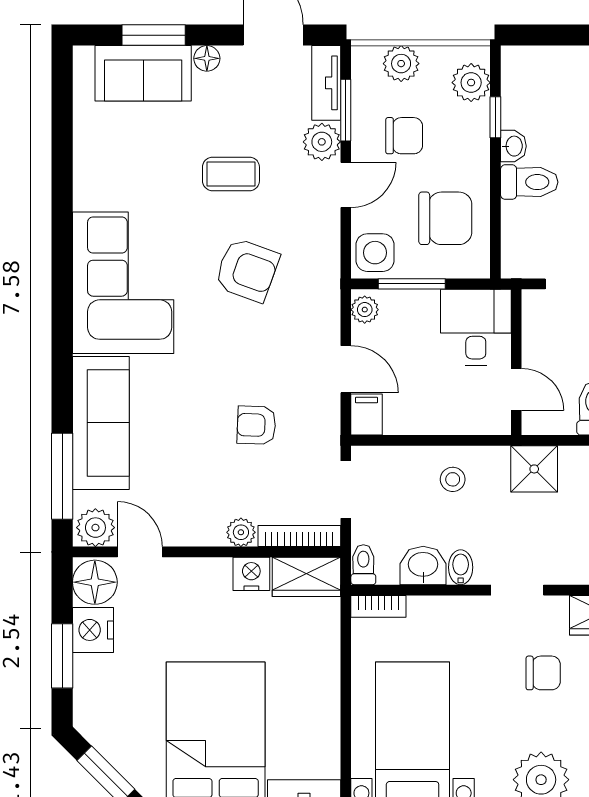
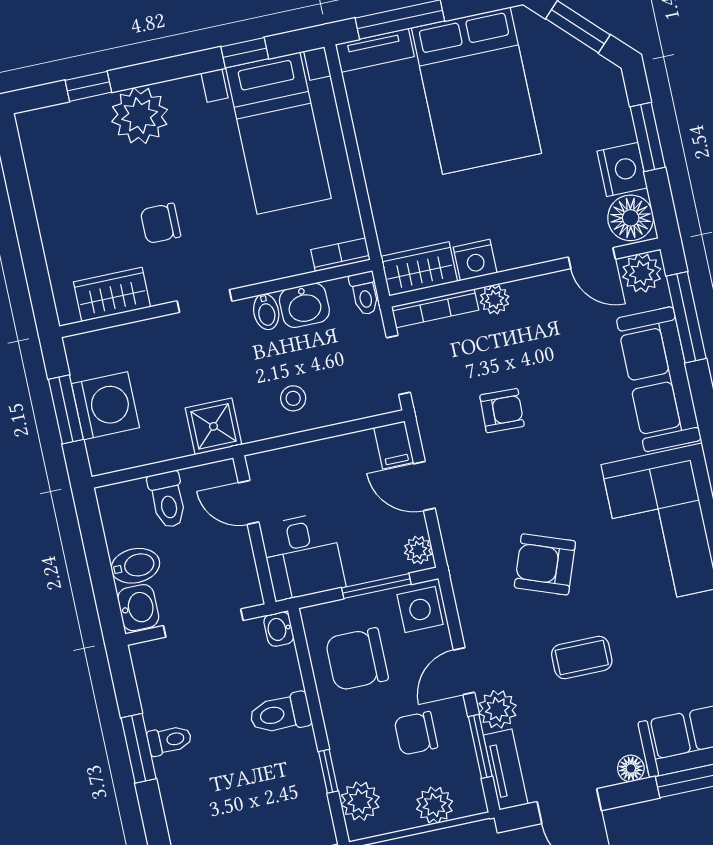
washbasin: (513, 146) -> (279, 629), moved

